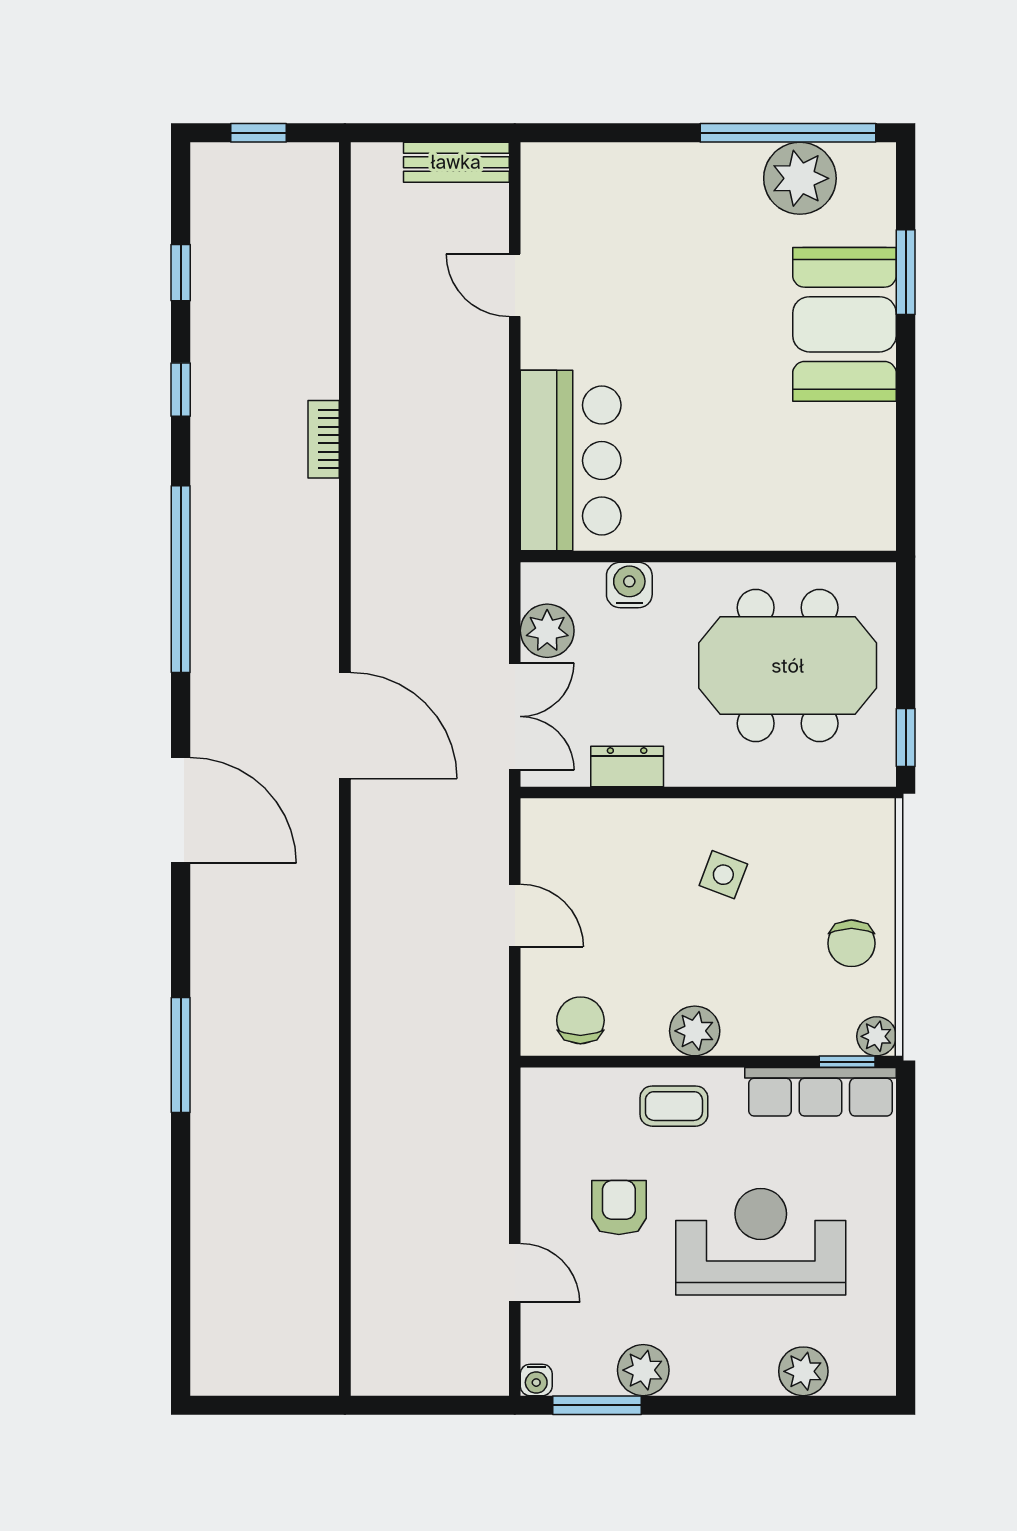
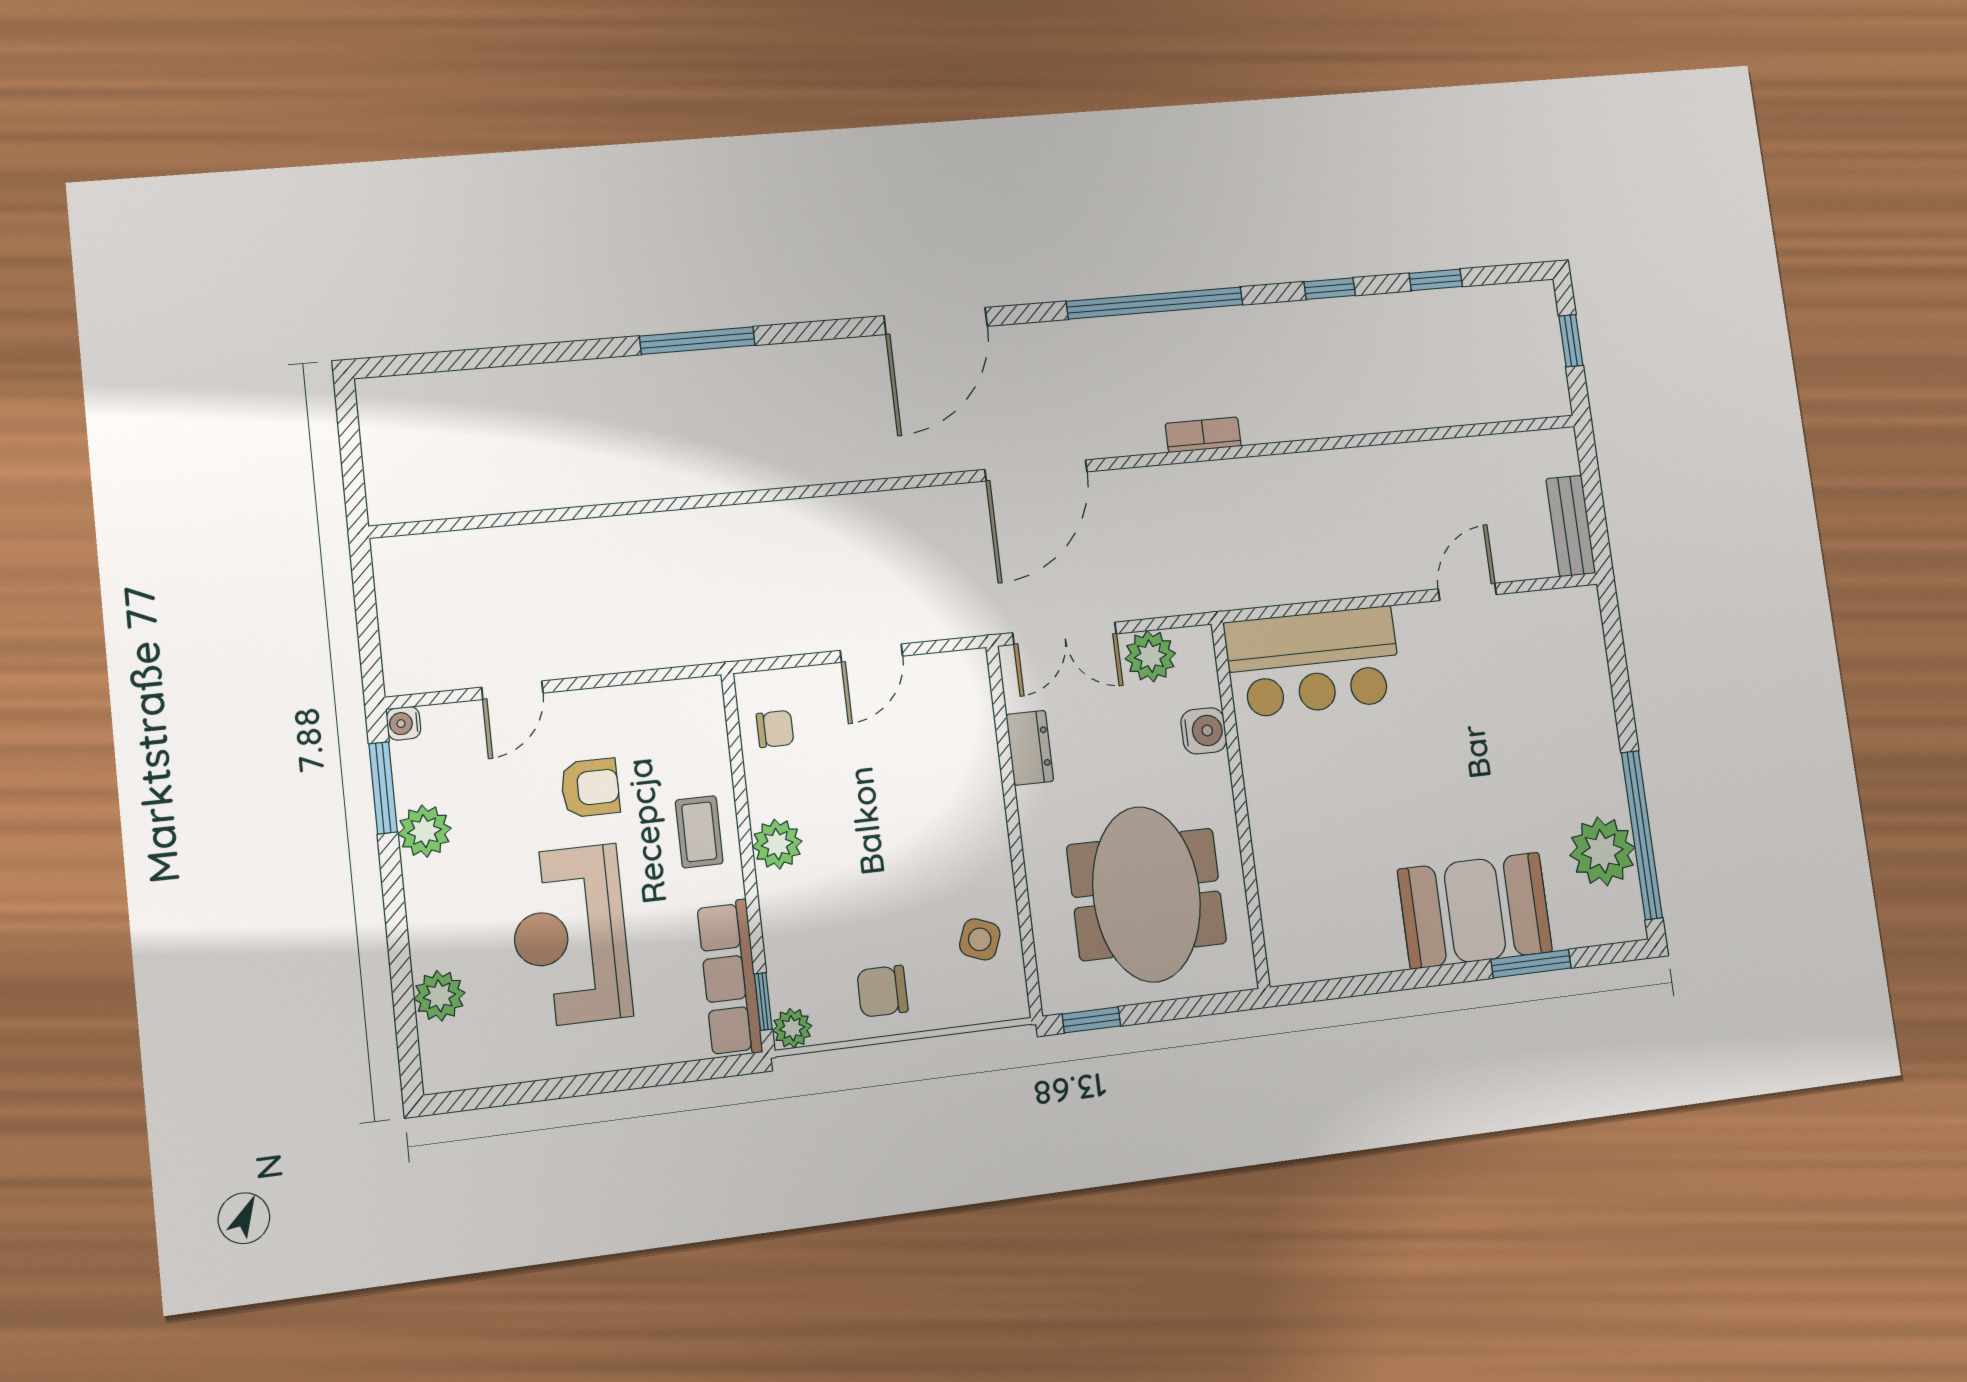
bookcase: (324, 439) -> (1203, 435), moved
side table: (723, 875) -> (980, 939), moved
chair: (580, 1020) -> (775, 729), width x0.73, depth x0.73
reception desk: (761, 1242) -> (570, 936), turned 180

